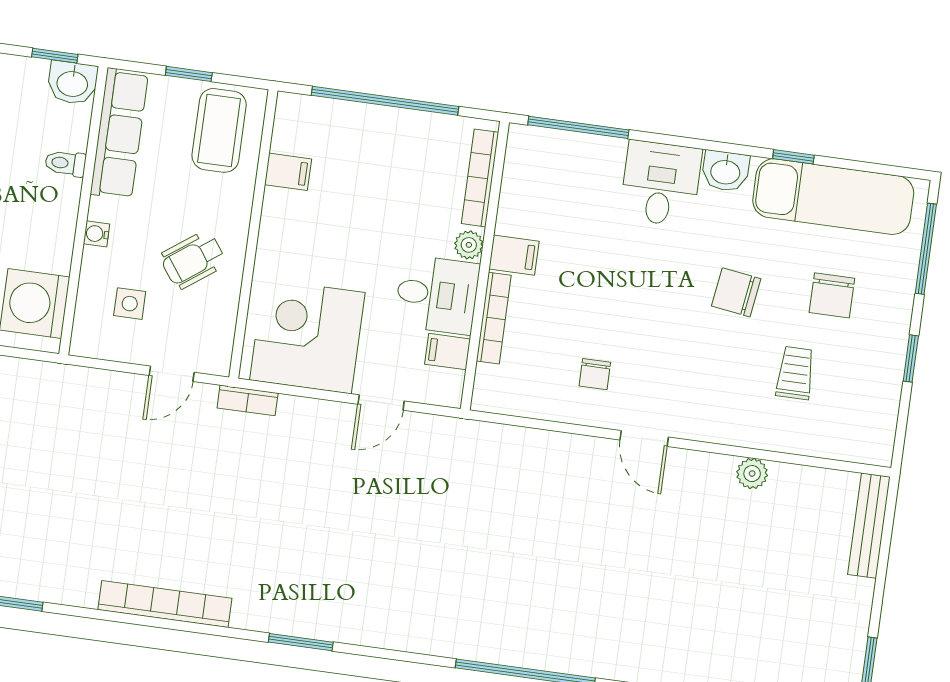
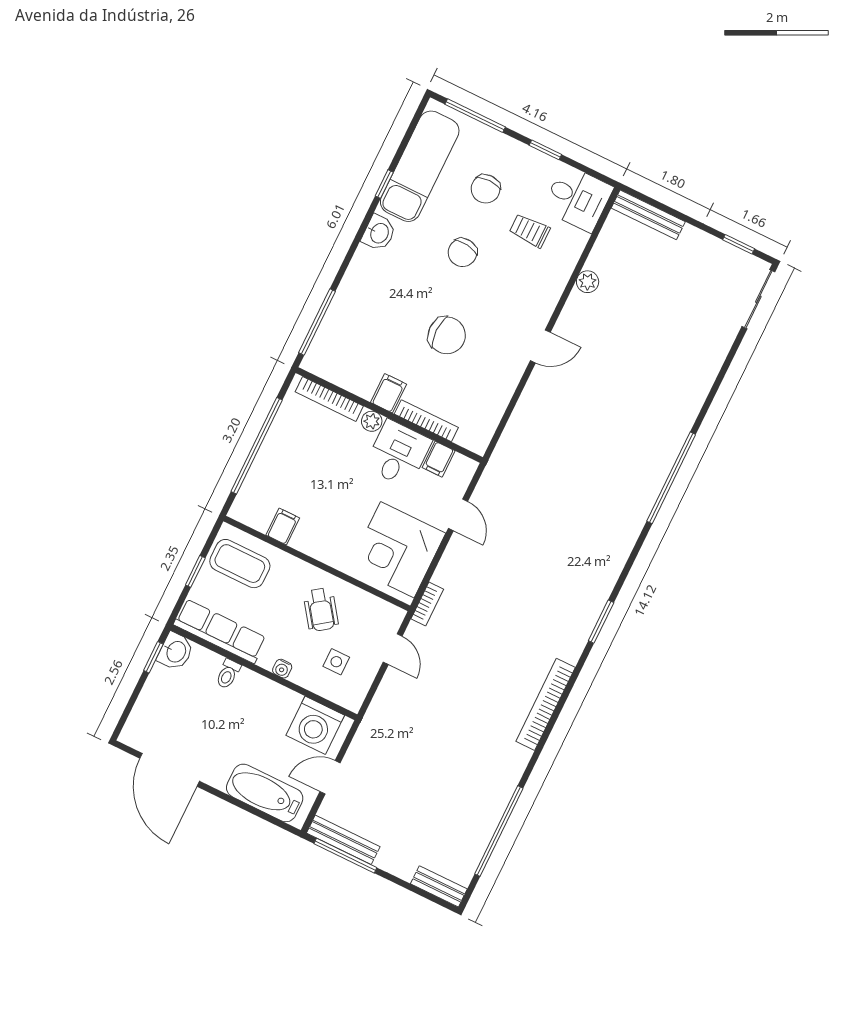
desk: (661, 183) -> (578, 198), moved, turned 180
chair: (832, 295) -> (486, 189), turned 90
chair: (595, 374) -> (447, 335), moved, width x1.87, depth x1.87

